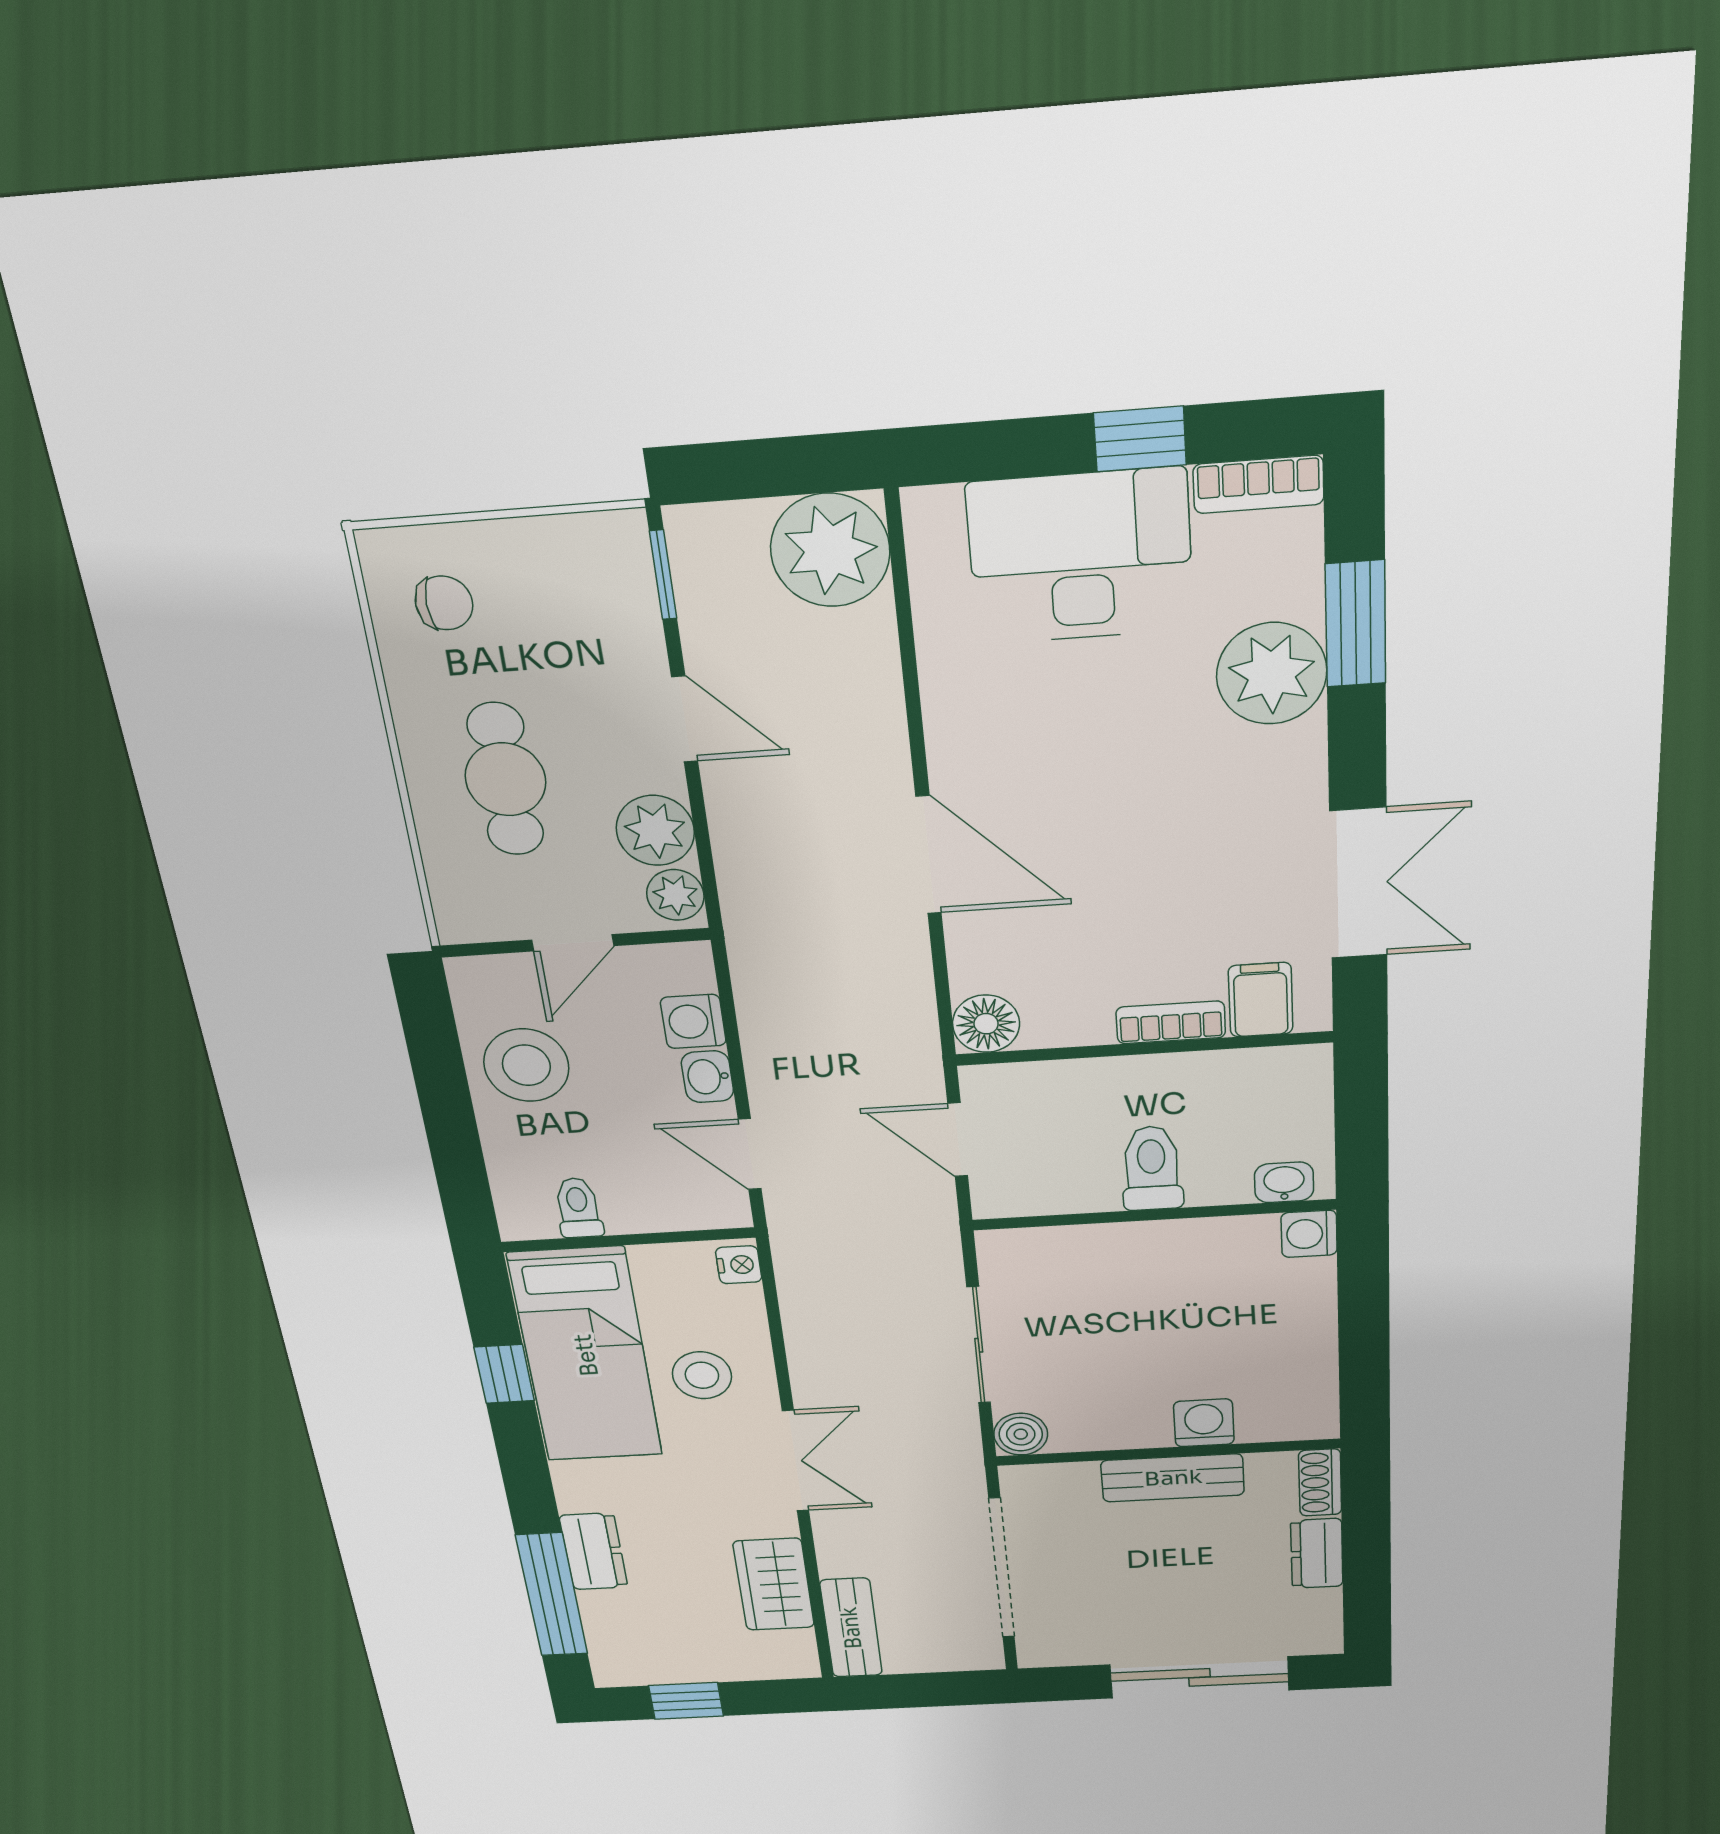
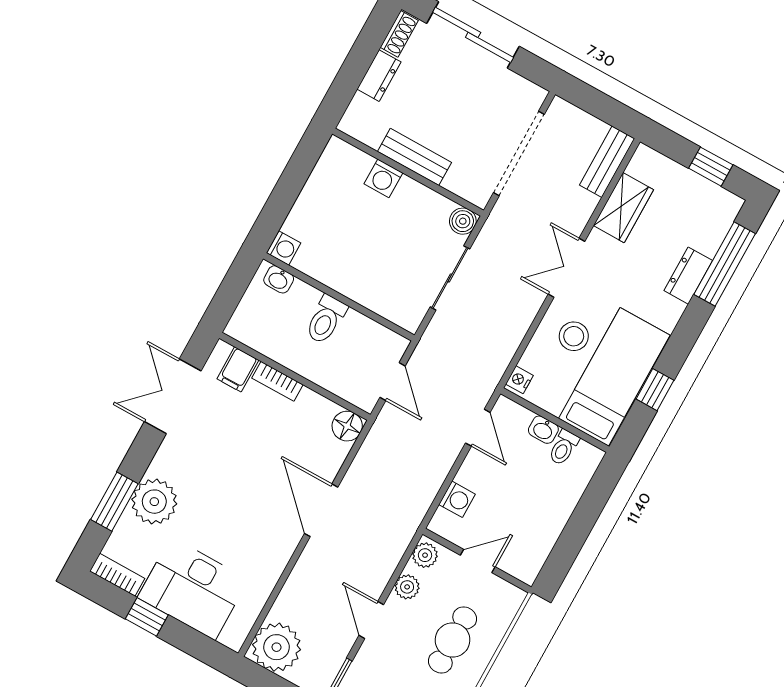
plant: (655, 830) -> (407, 587), width x0.73, depth x0.73
stool: (526, 1065) -> (535, 523), removed
washbasin: (707, 1077) -> (543, 430), moved, turned 90
shoe rack: (1320, 1483) -> (399, 34), moved

